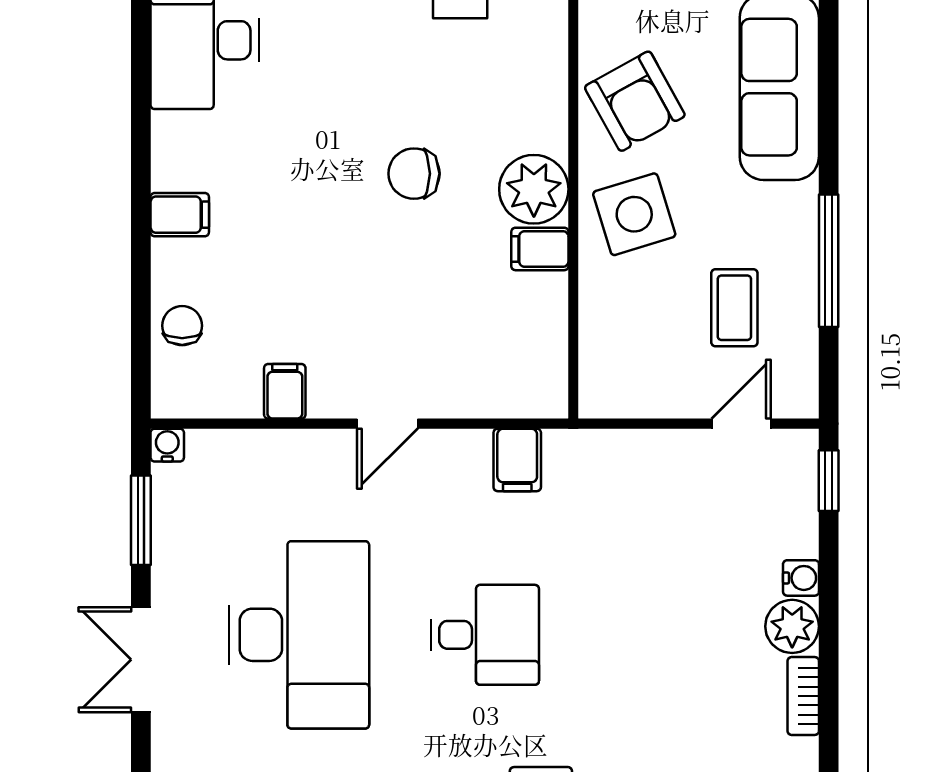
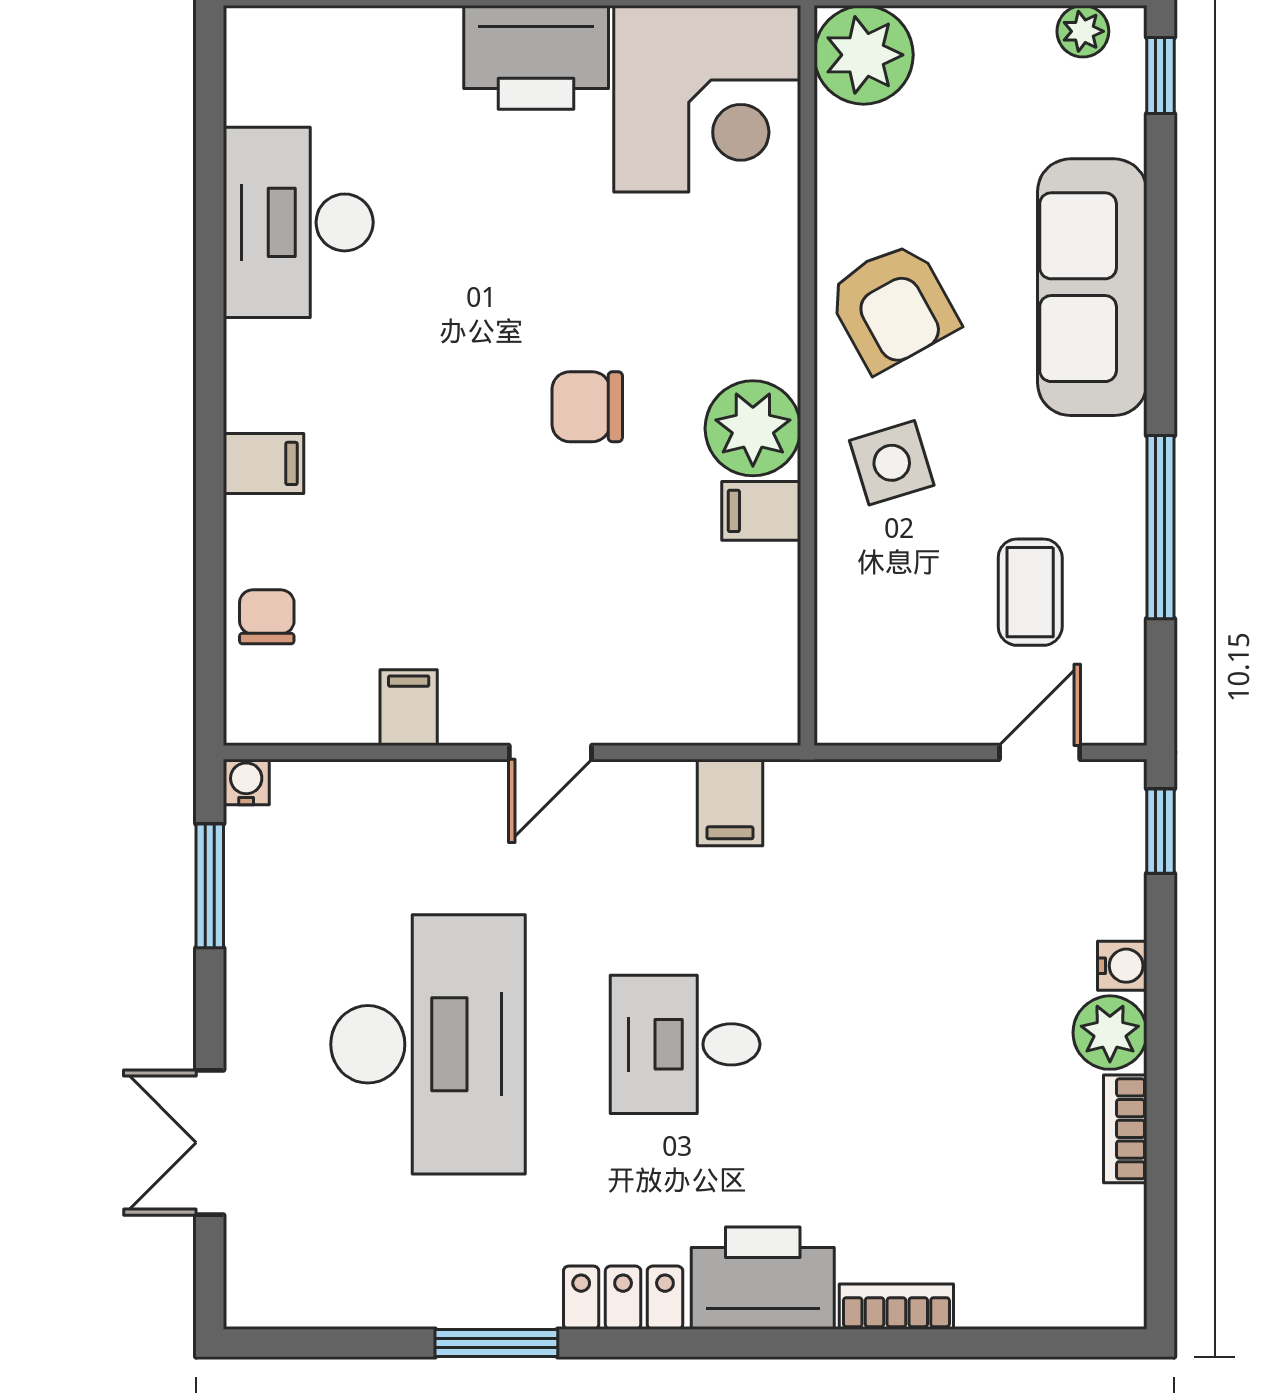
side table: (634, 214) -> (892, 463), width x0.73, depth x0.73
desk: (485, 635) -> (685, 1044), turned 180
double door: (141, 660) -> (210, 1143), moved

